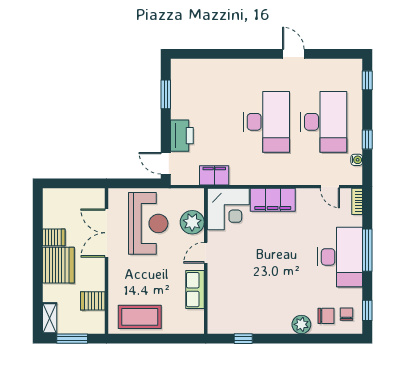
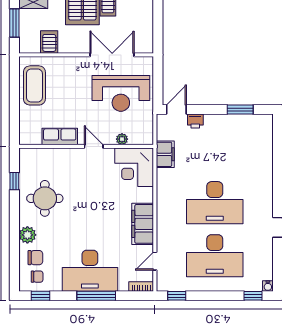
printer: (182, 136) -> (195, 121), width x0.53, depth x0.68
window: (367, 140) -> (177, 296), moved
water cooler: (357, 160) -> (268, 286), moved
filing cabinet: (273, 200) -> (143, 224), moved
plant: (192, 222) -> (122, 139), width x0.53, depth x0.53
round table: (262, 306) -> (45, 198), added
chair: (326, 316) -> (35, 258), turned -90

